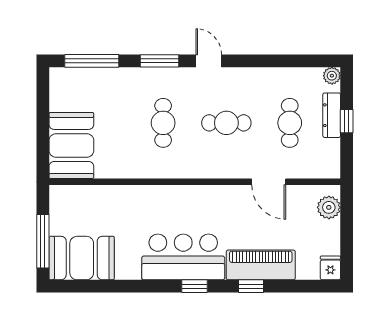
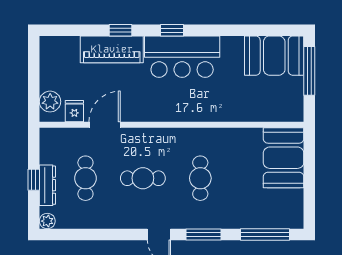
door: (269, 182) -> (105, 125), hinge flipped
fridge: (330, 268) -> (74, 111), moved, turned 180

